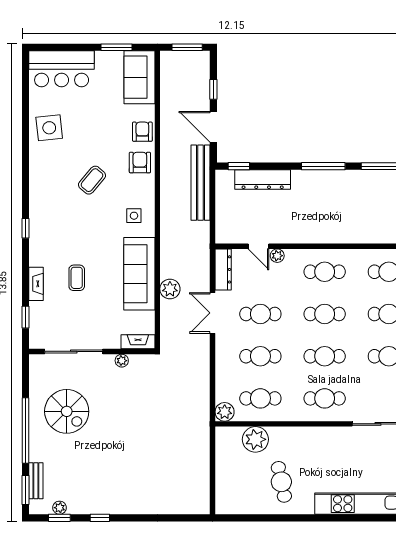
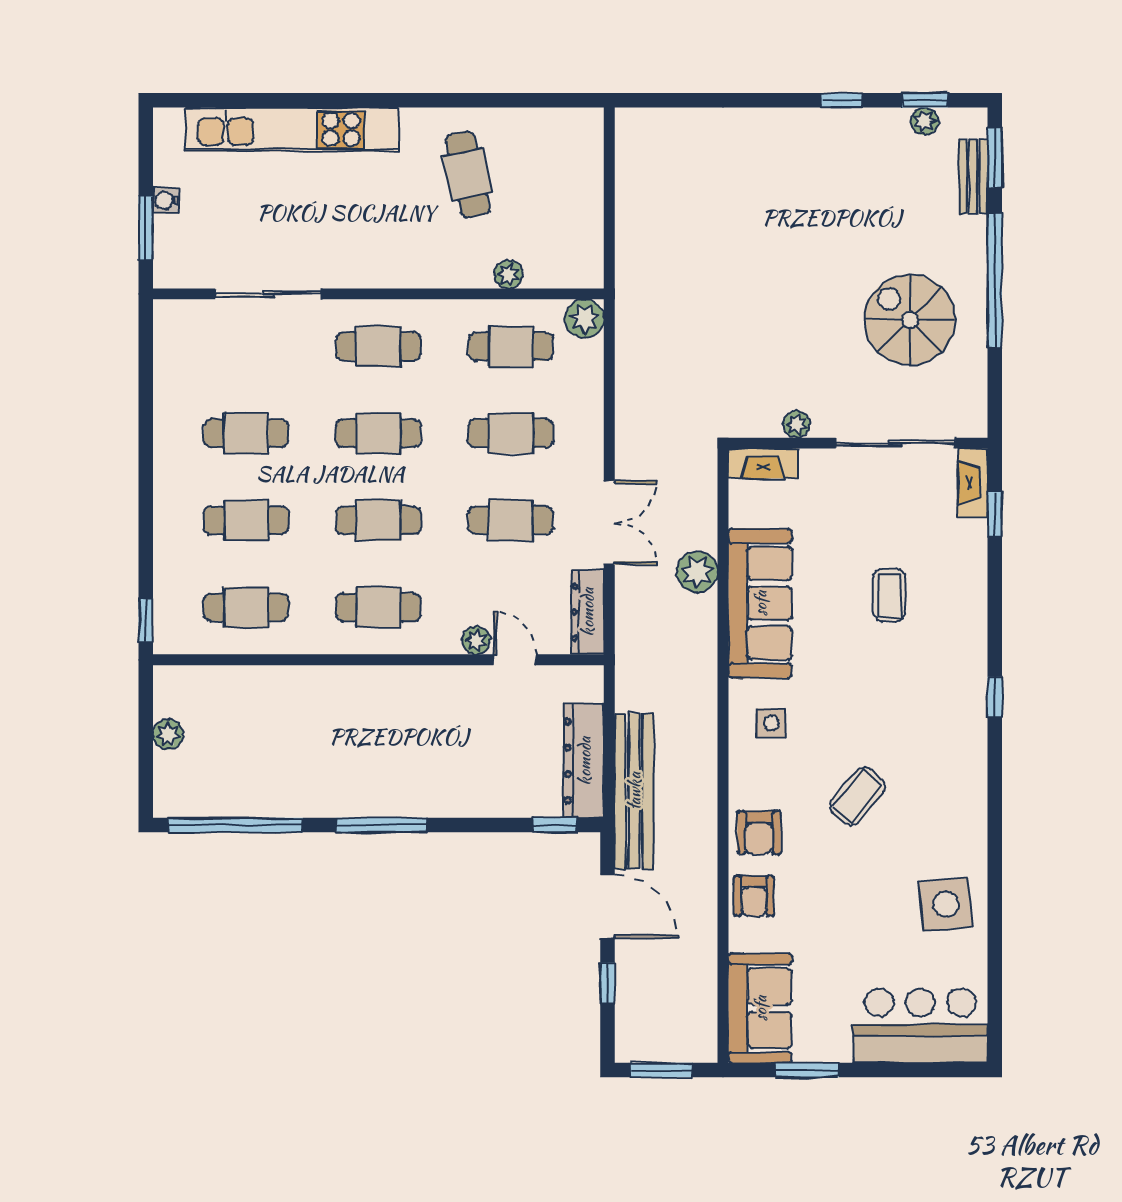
dresser: (263, 179) -> (584, 761), moved, turned -90
fireplace: (36, 284) -> (973, 483), moved
plant: (255, 439) -> (509, 274), width x0.53, depth x0.53

